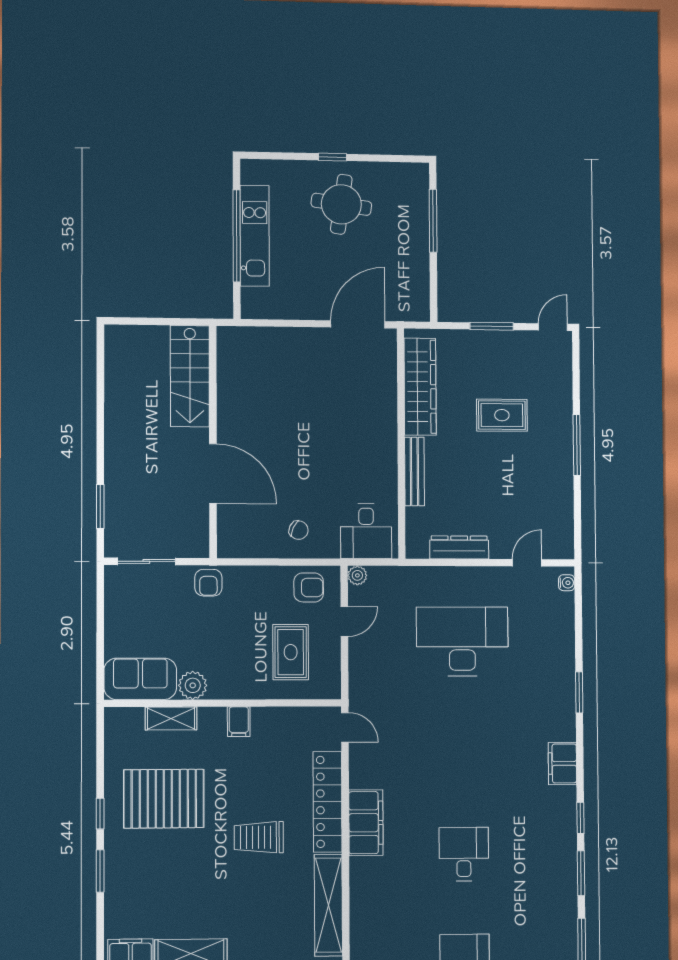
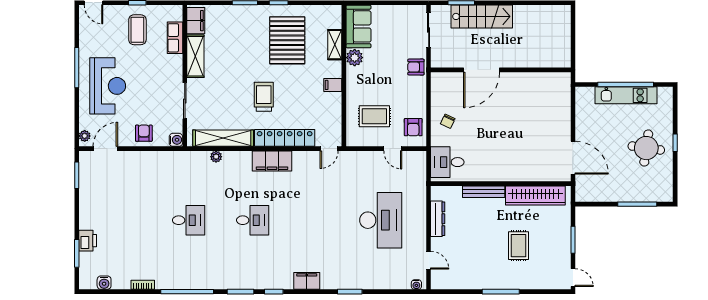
stairs: (190, 376) -> (482, 16), moved, turned 180
plant: (357, 575) -> (216, 157), moved

